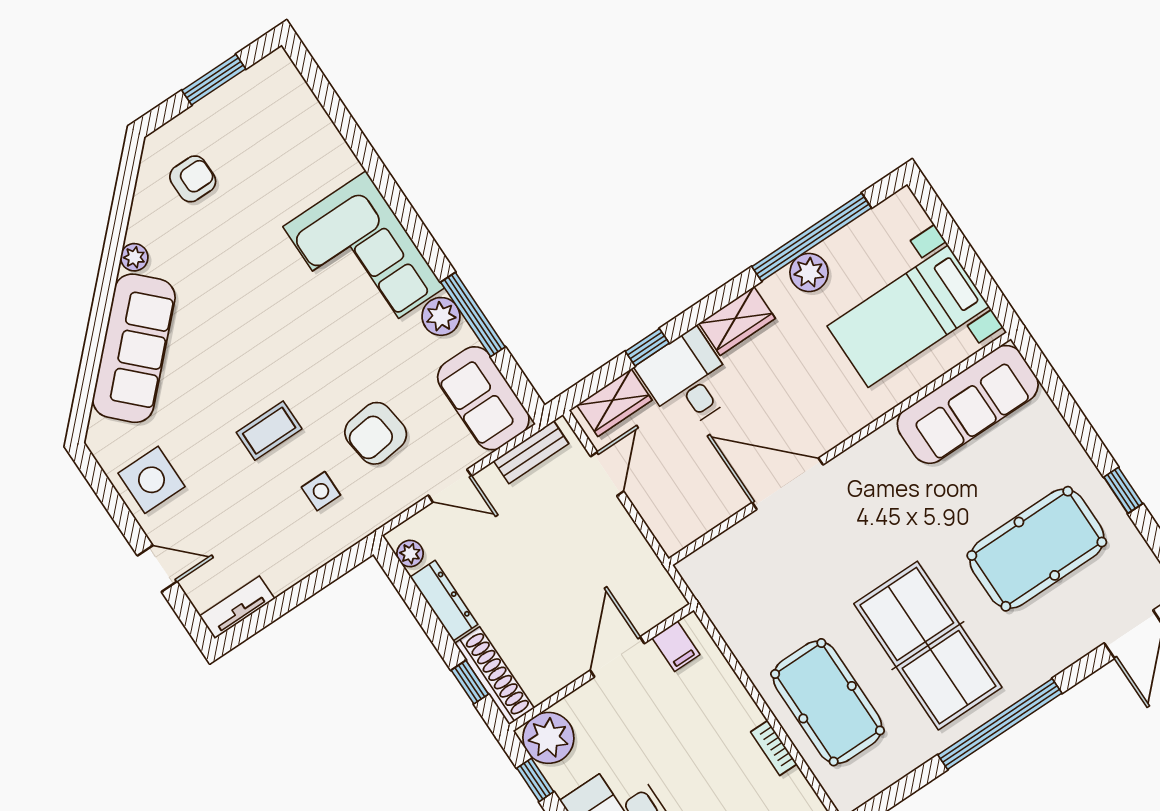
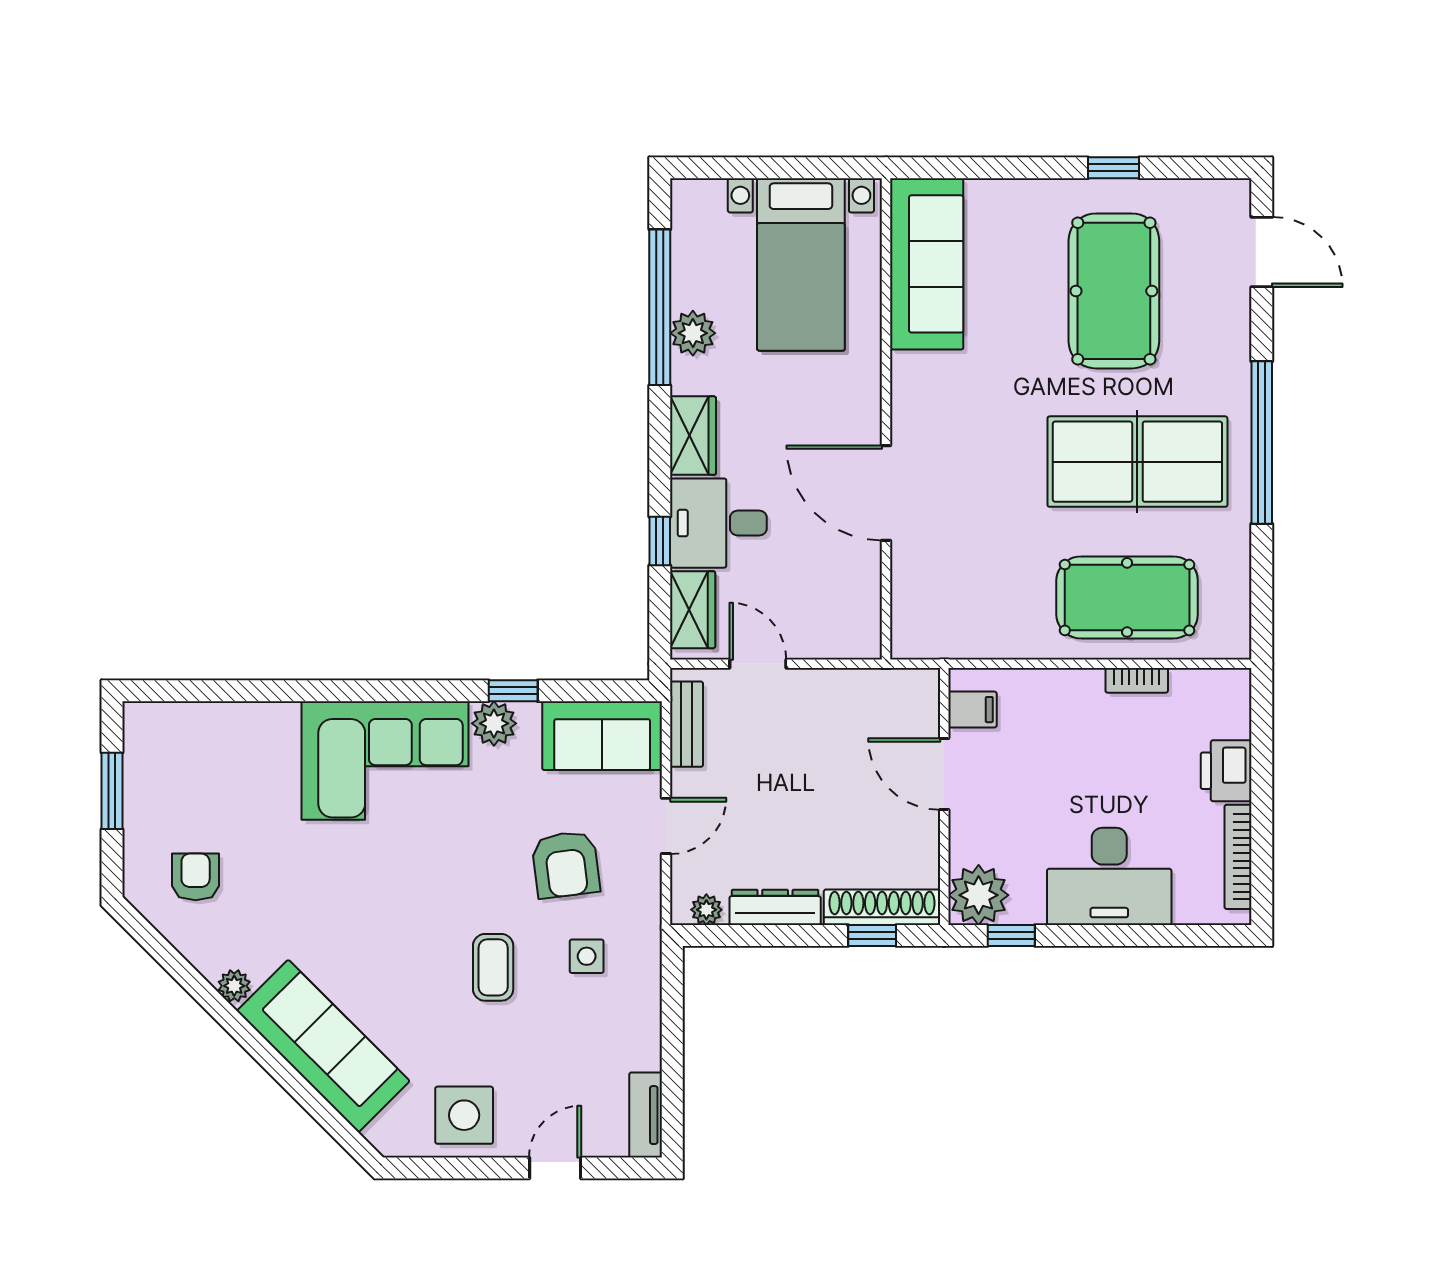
window: (473, 314) -> (513, 691), width x0.46
door: (788, 484) -> (886, 493), hinge flipped

